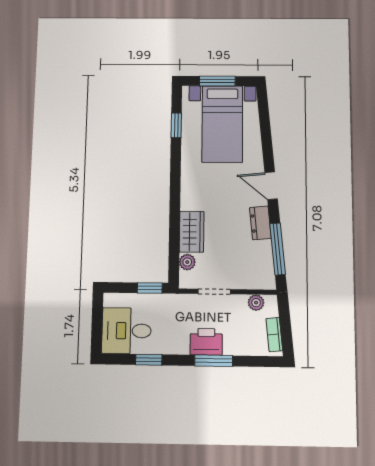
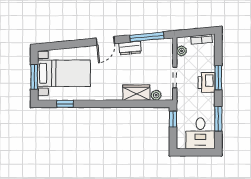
window: (149, 360) -> (218, 119), width x1.50

